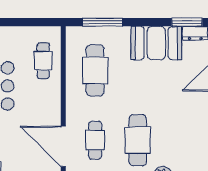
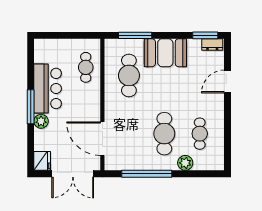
booth: (156, 43) -> (165, 53), moved
cafe table: (95, 140) -> (200, 134), moved

